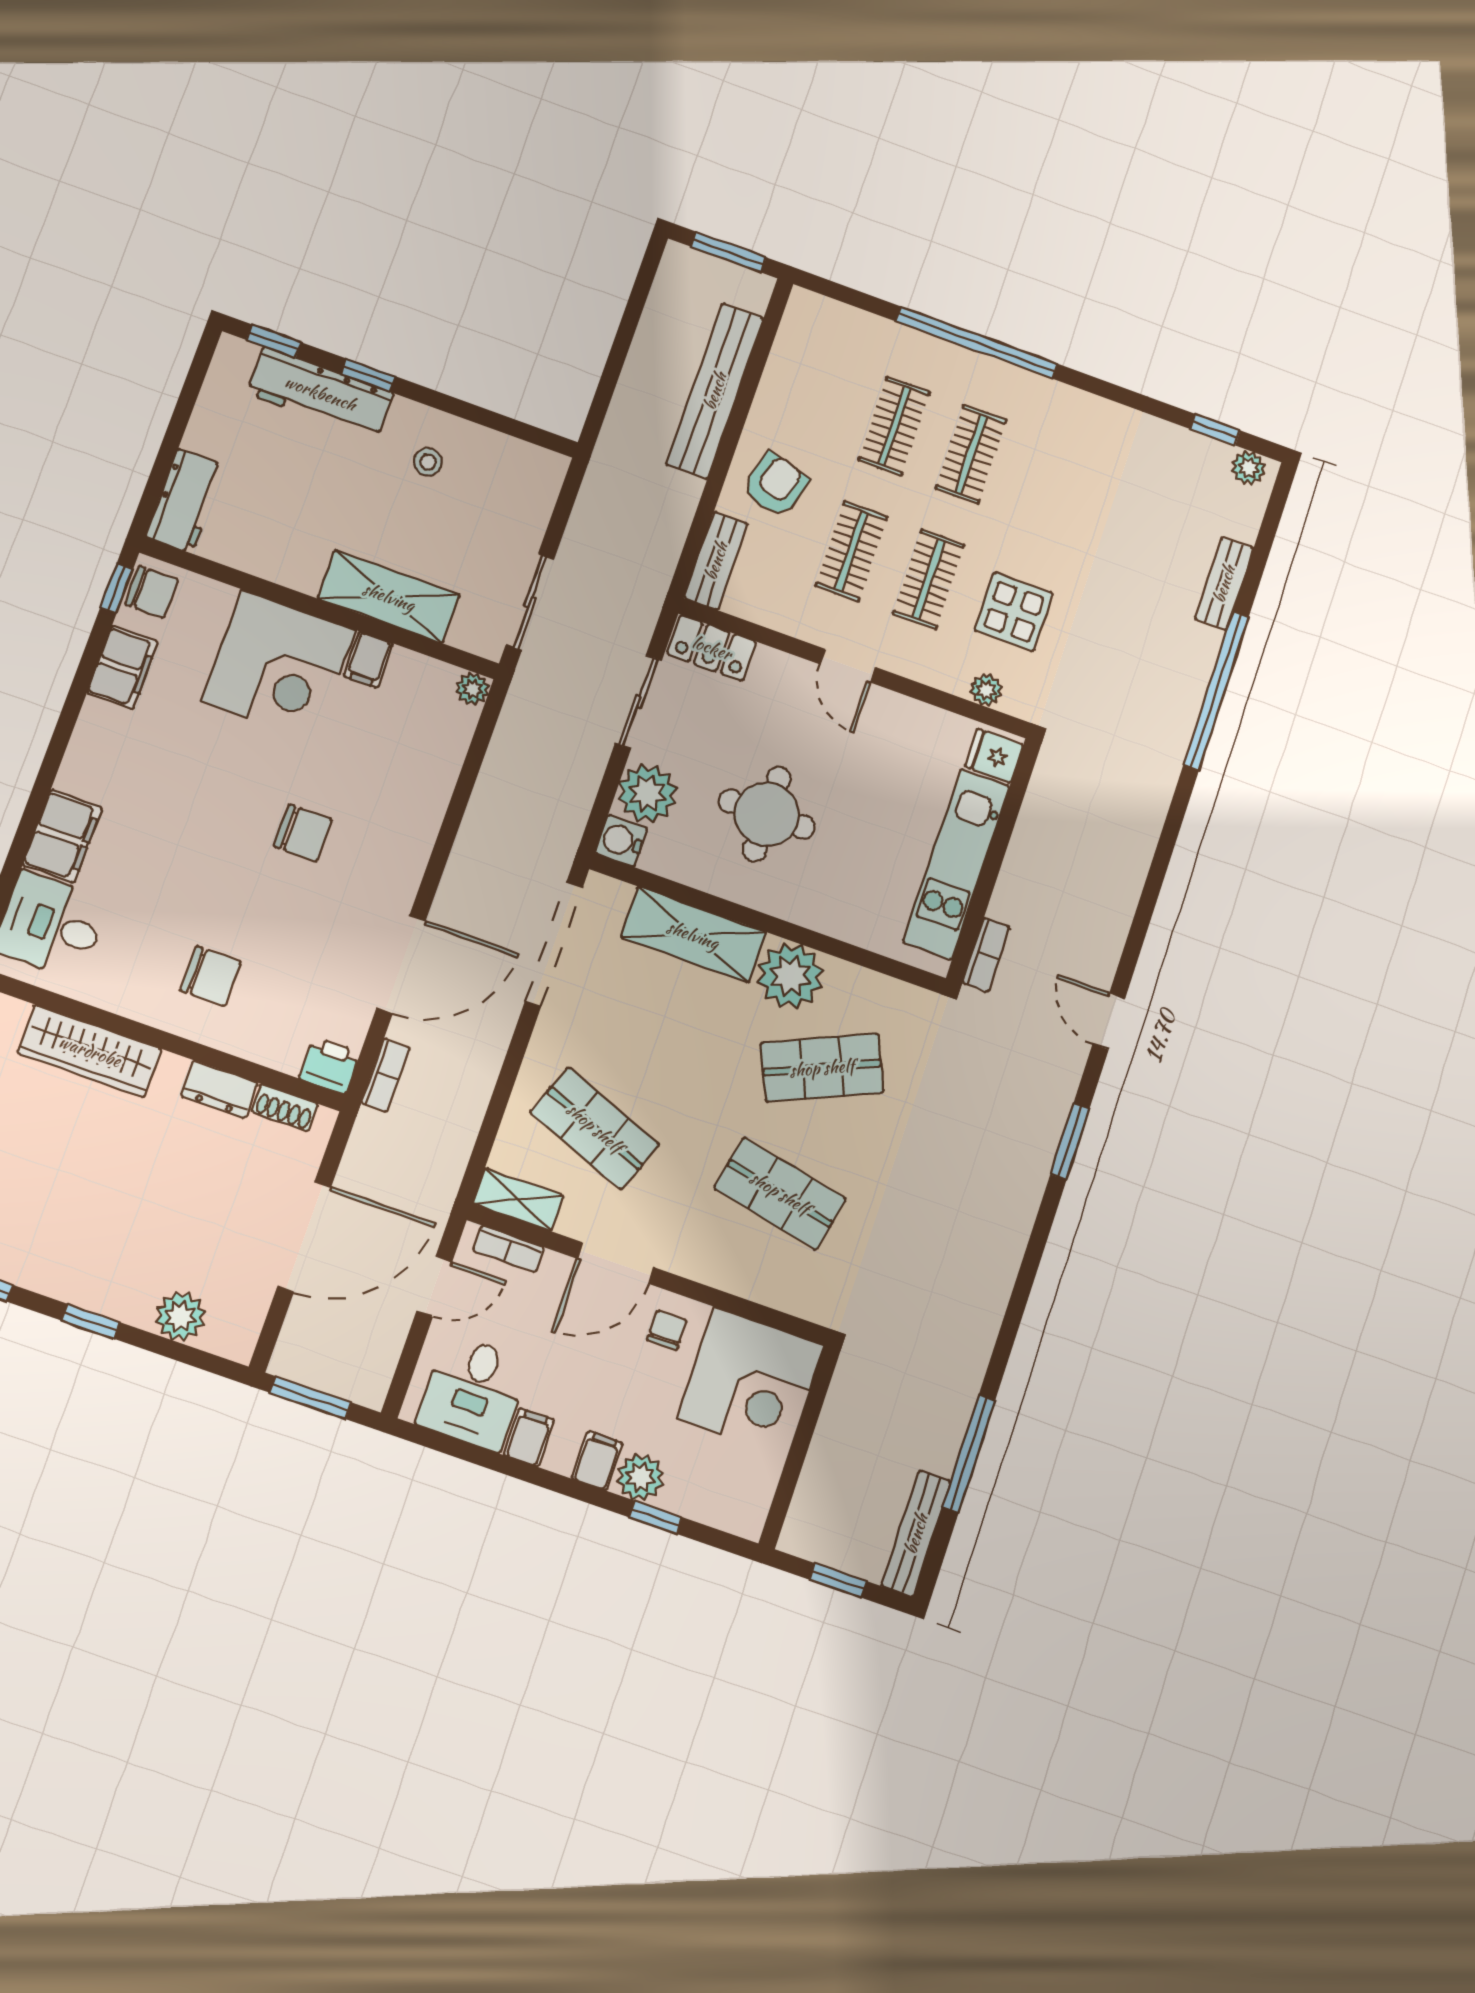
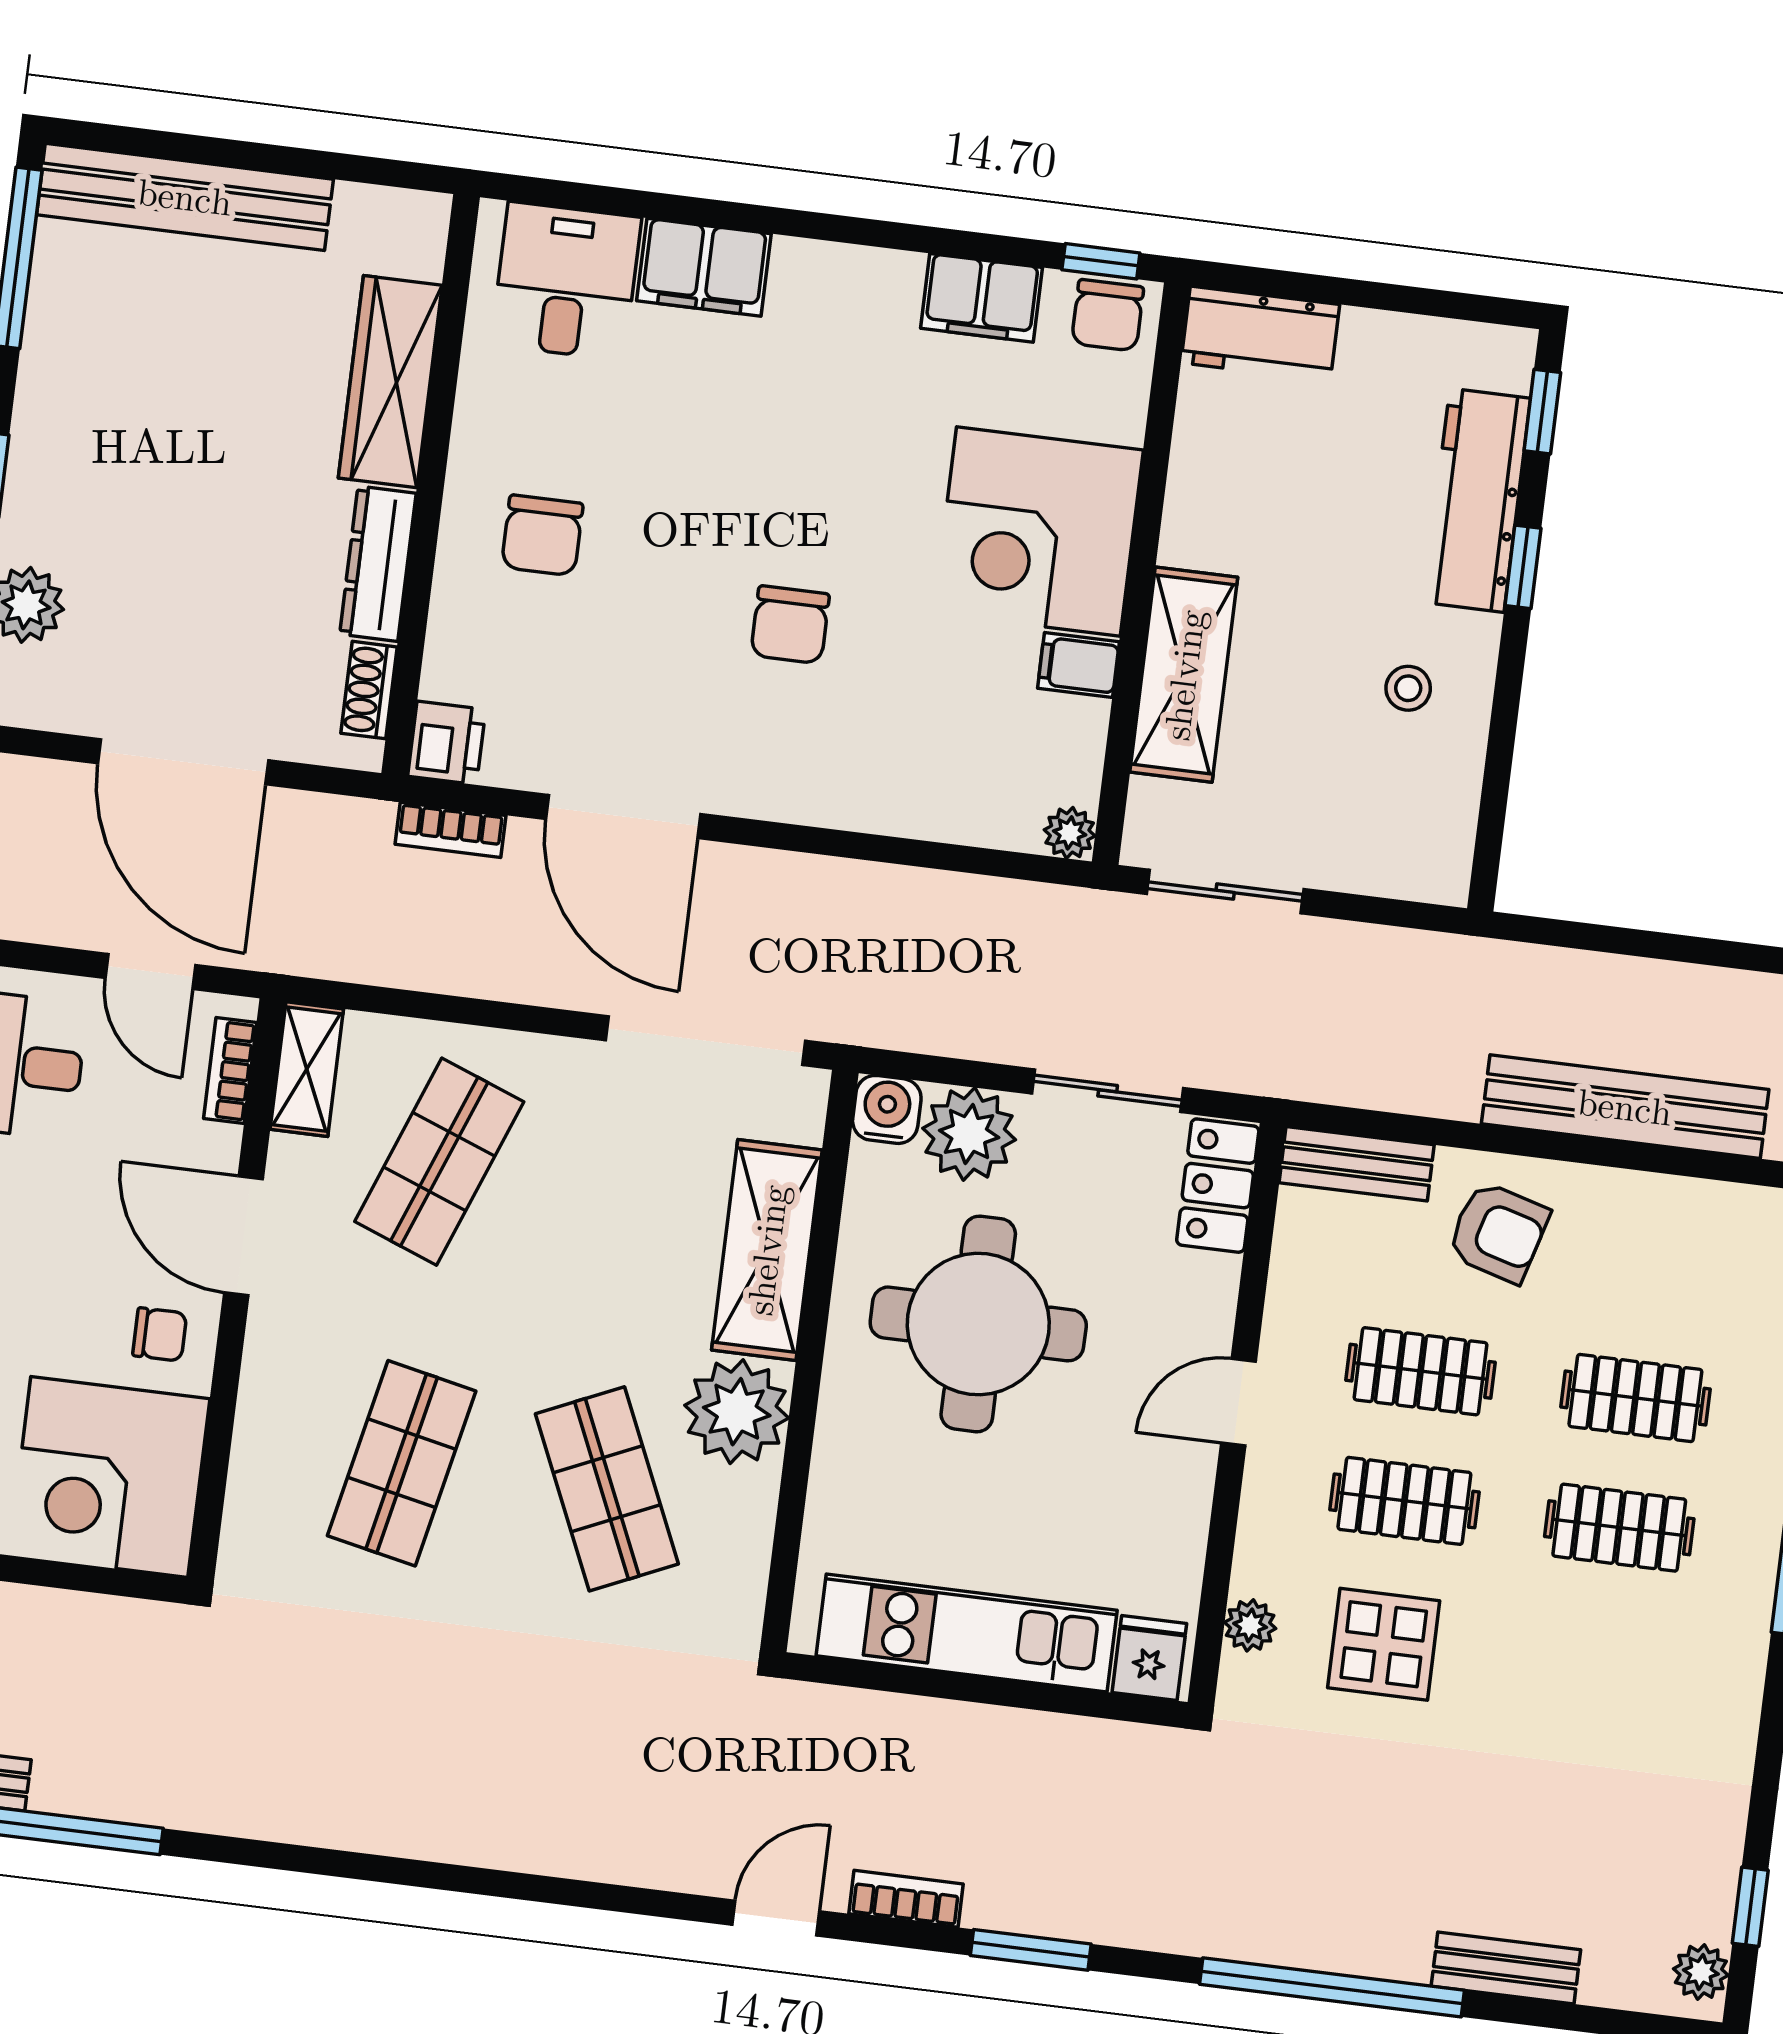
round table: (767, 814) -> (978, 1324), width x1.36, depth x1.36
bookcase: (986, 955) -> (906, 1899), moved, turned 180
dresser: (219, 1089) -> (378, 564), width x1.44
window: (1070, 1141) -> (1031, 1950), moved

